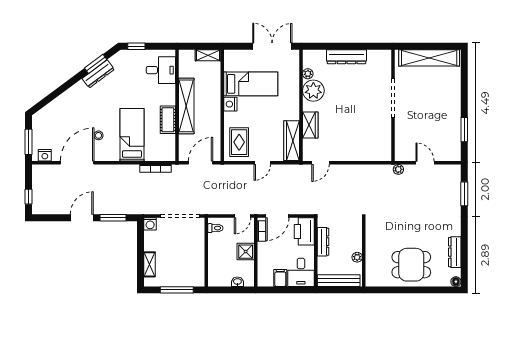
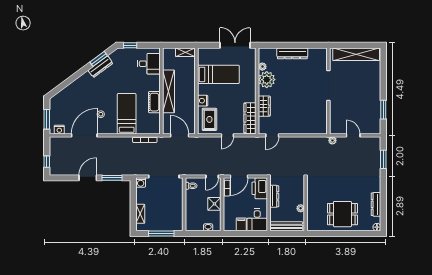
nightstand: (230, 104) -> (203, 101), moved
door: (200, 163) -> (180, 135), hinge flipped

